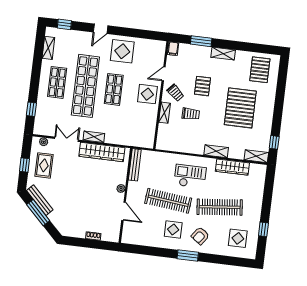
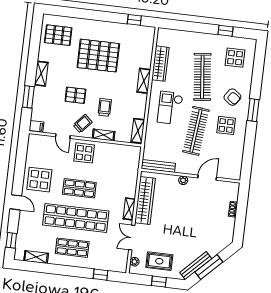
shelving: (256, 156) -> (138, 131), moved

